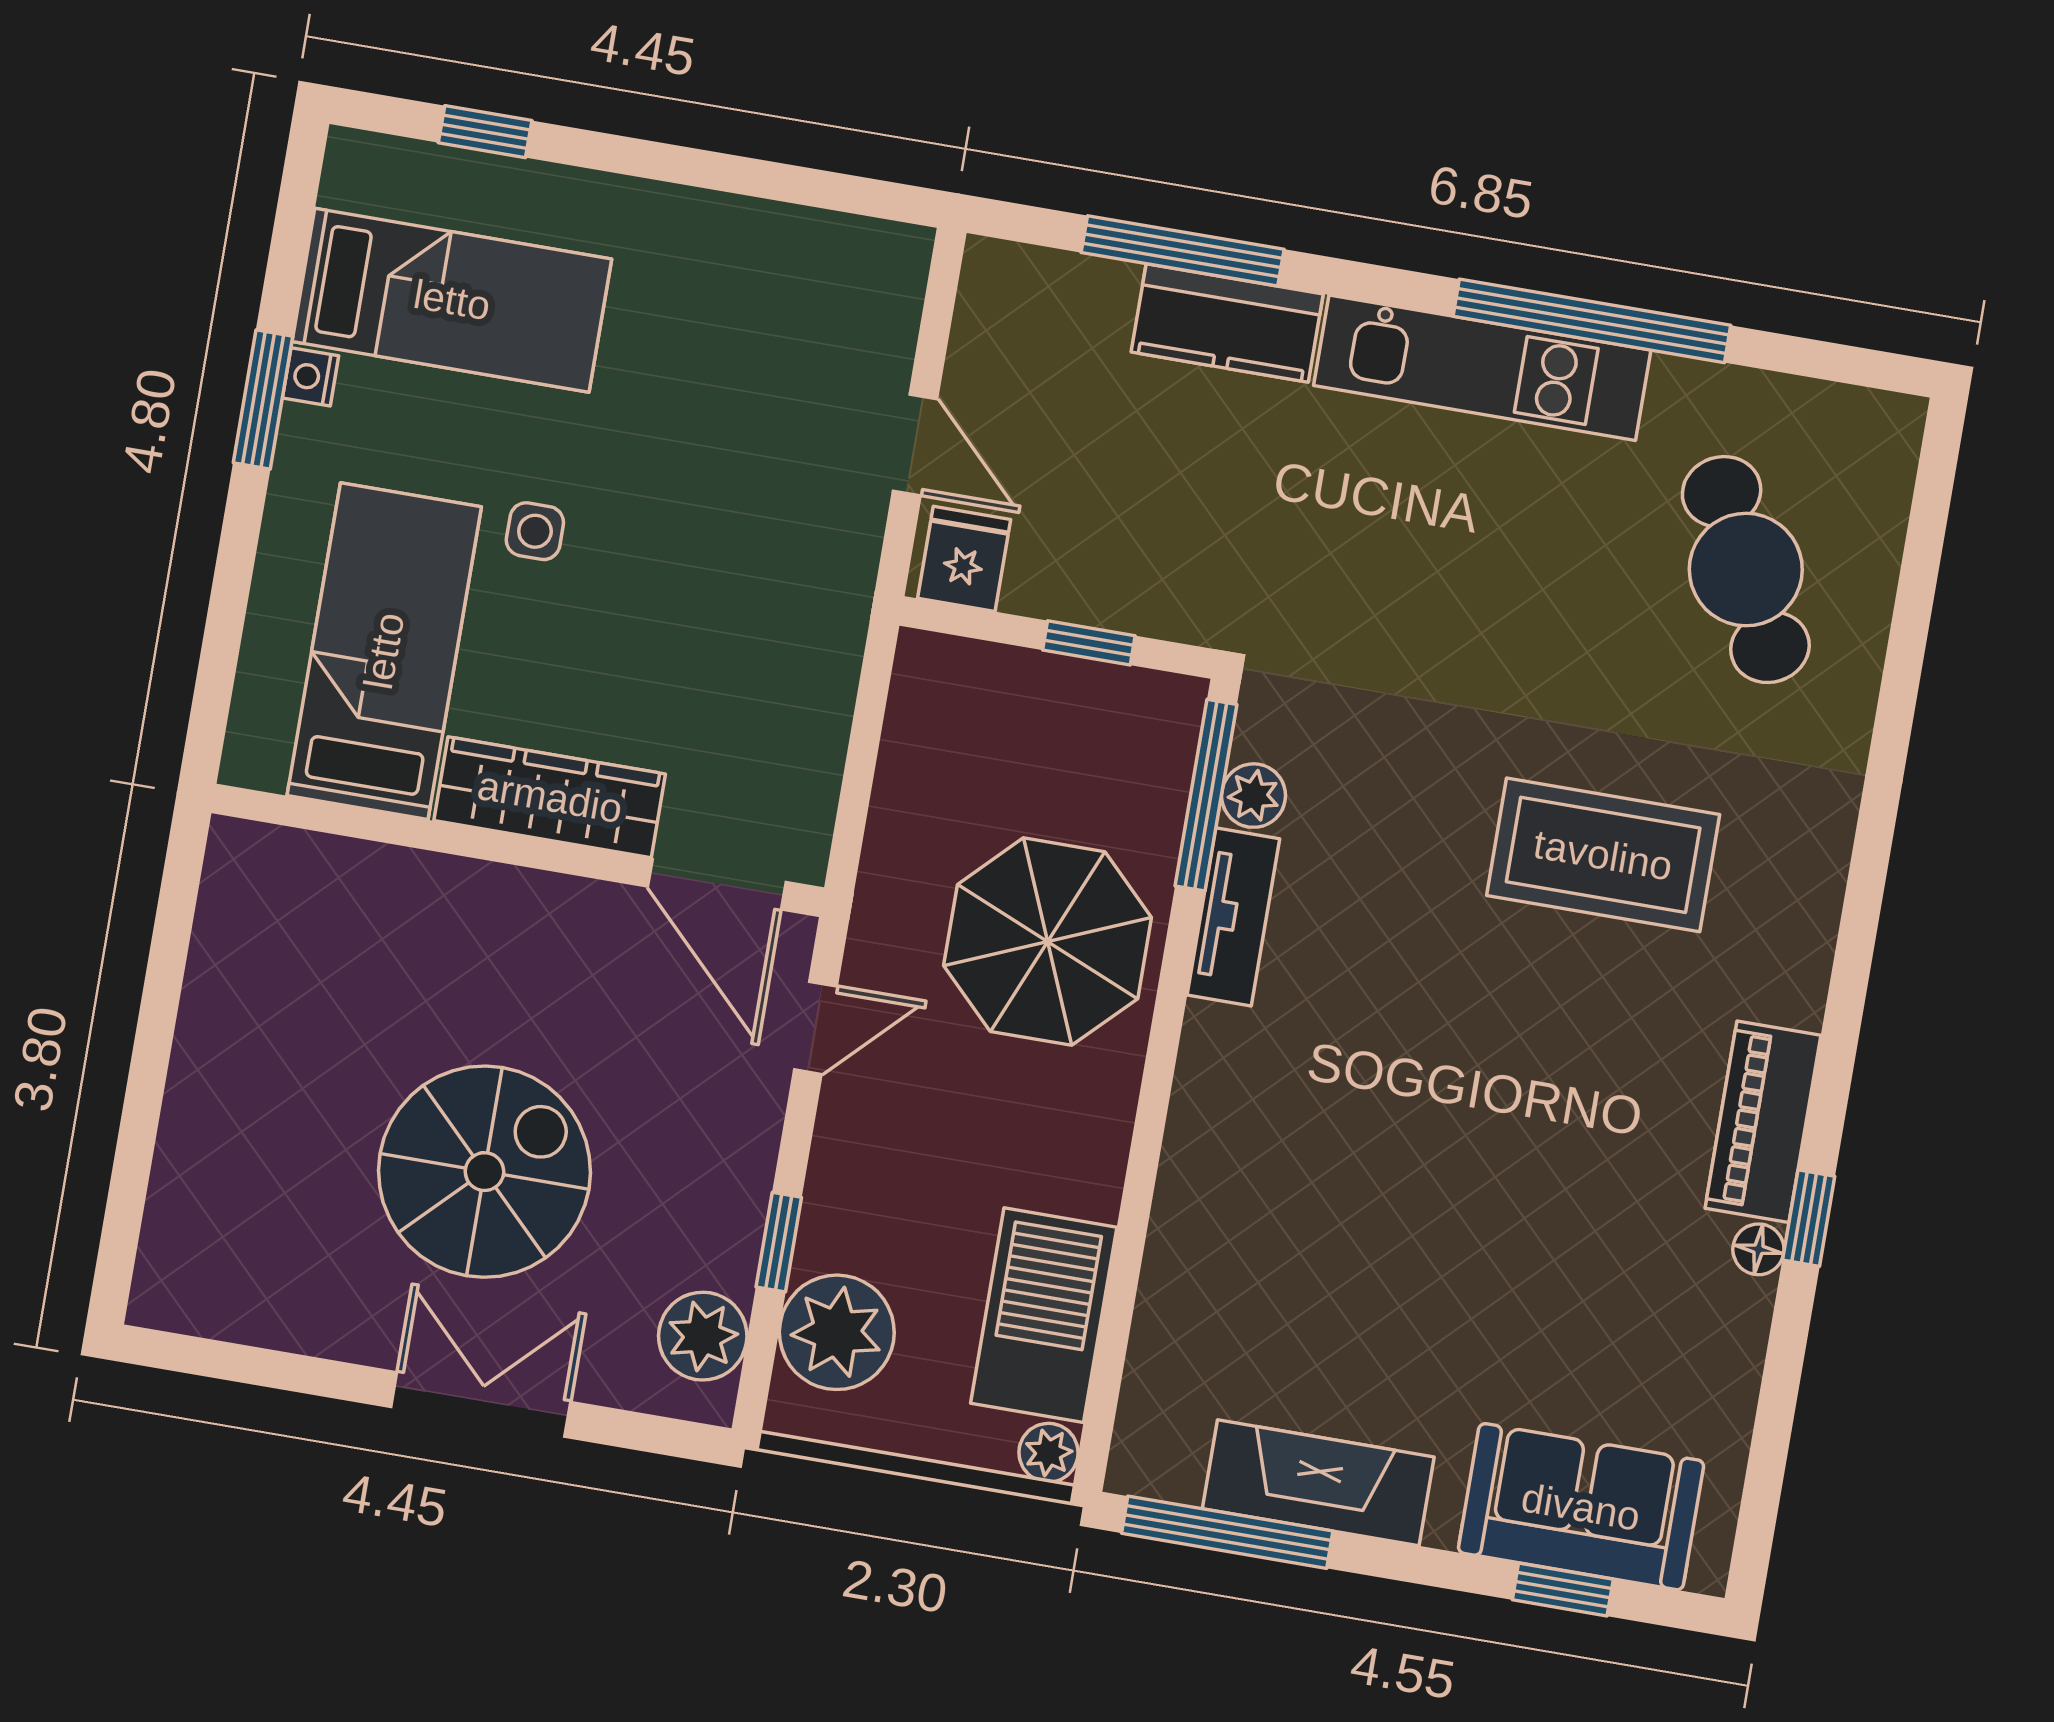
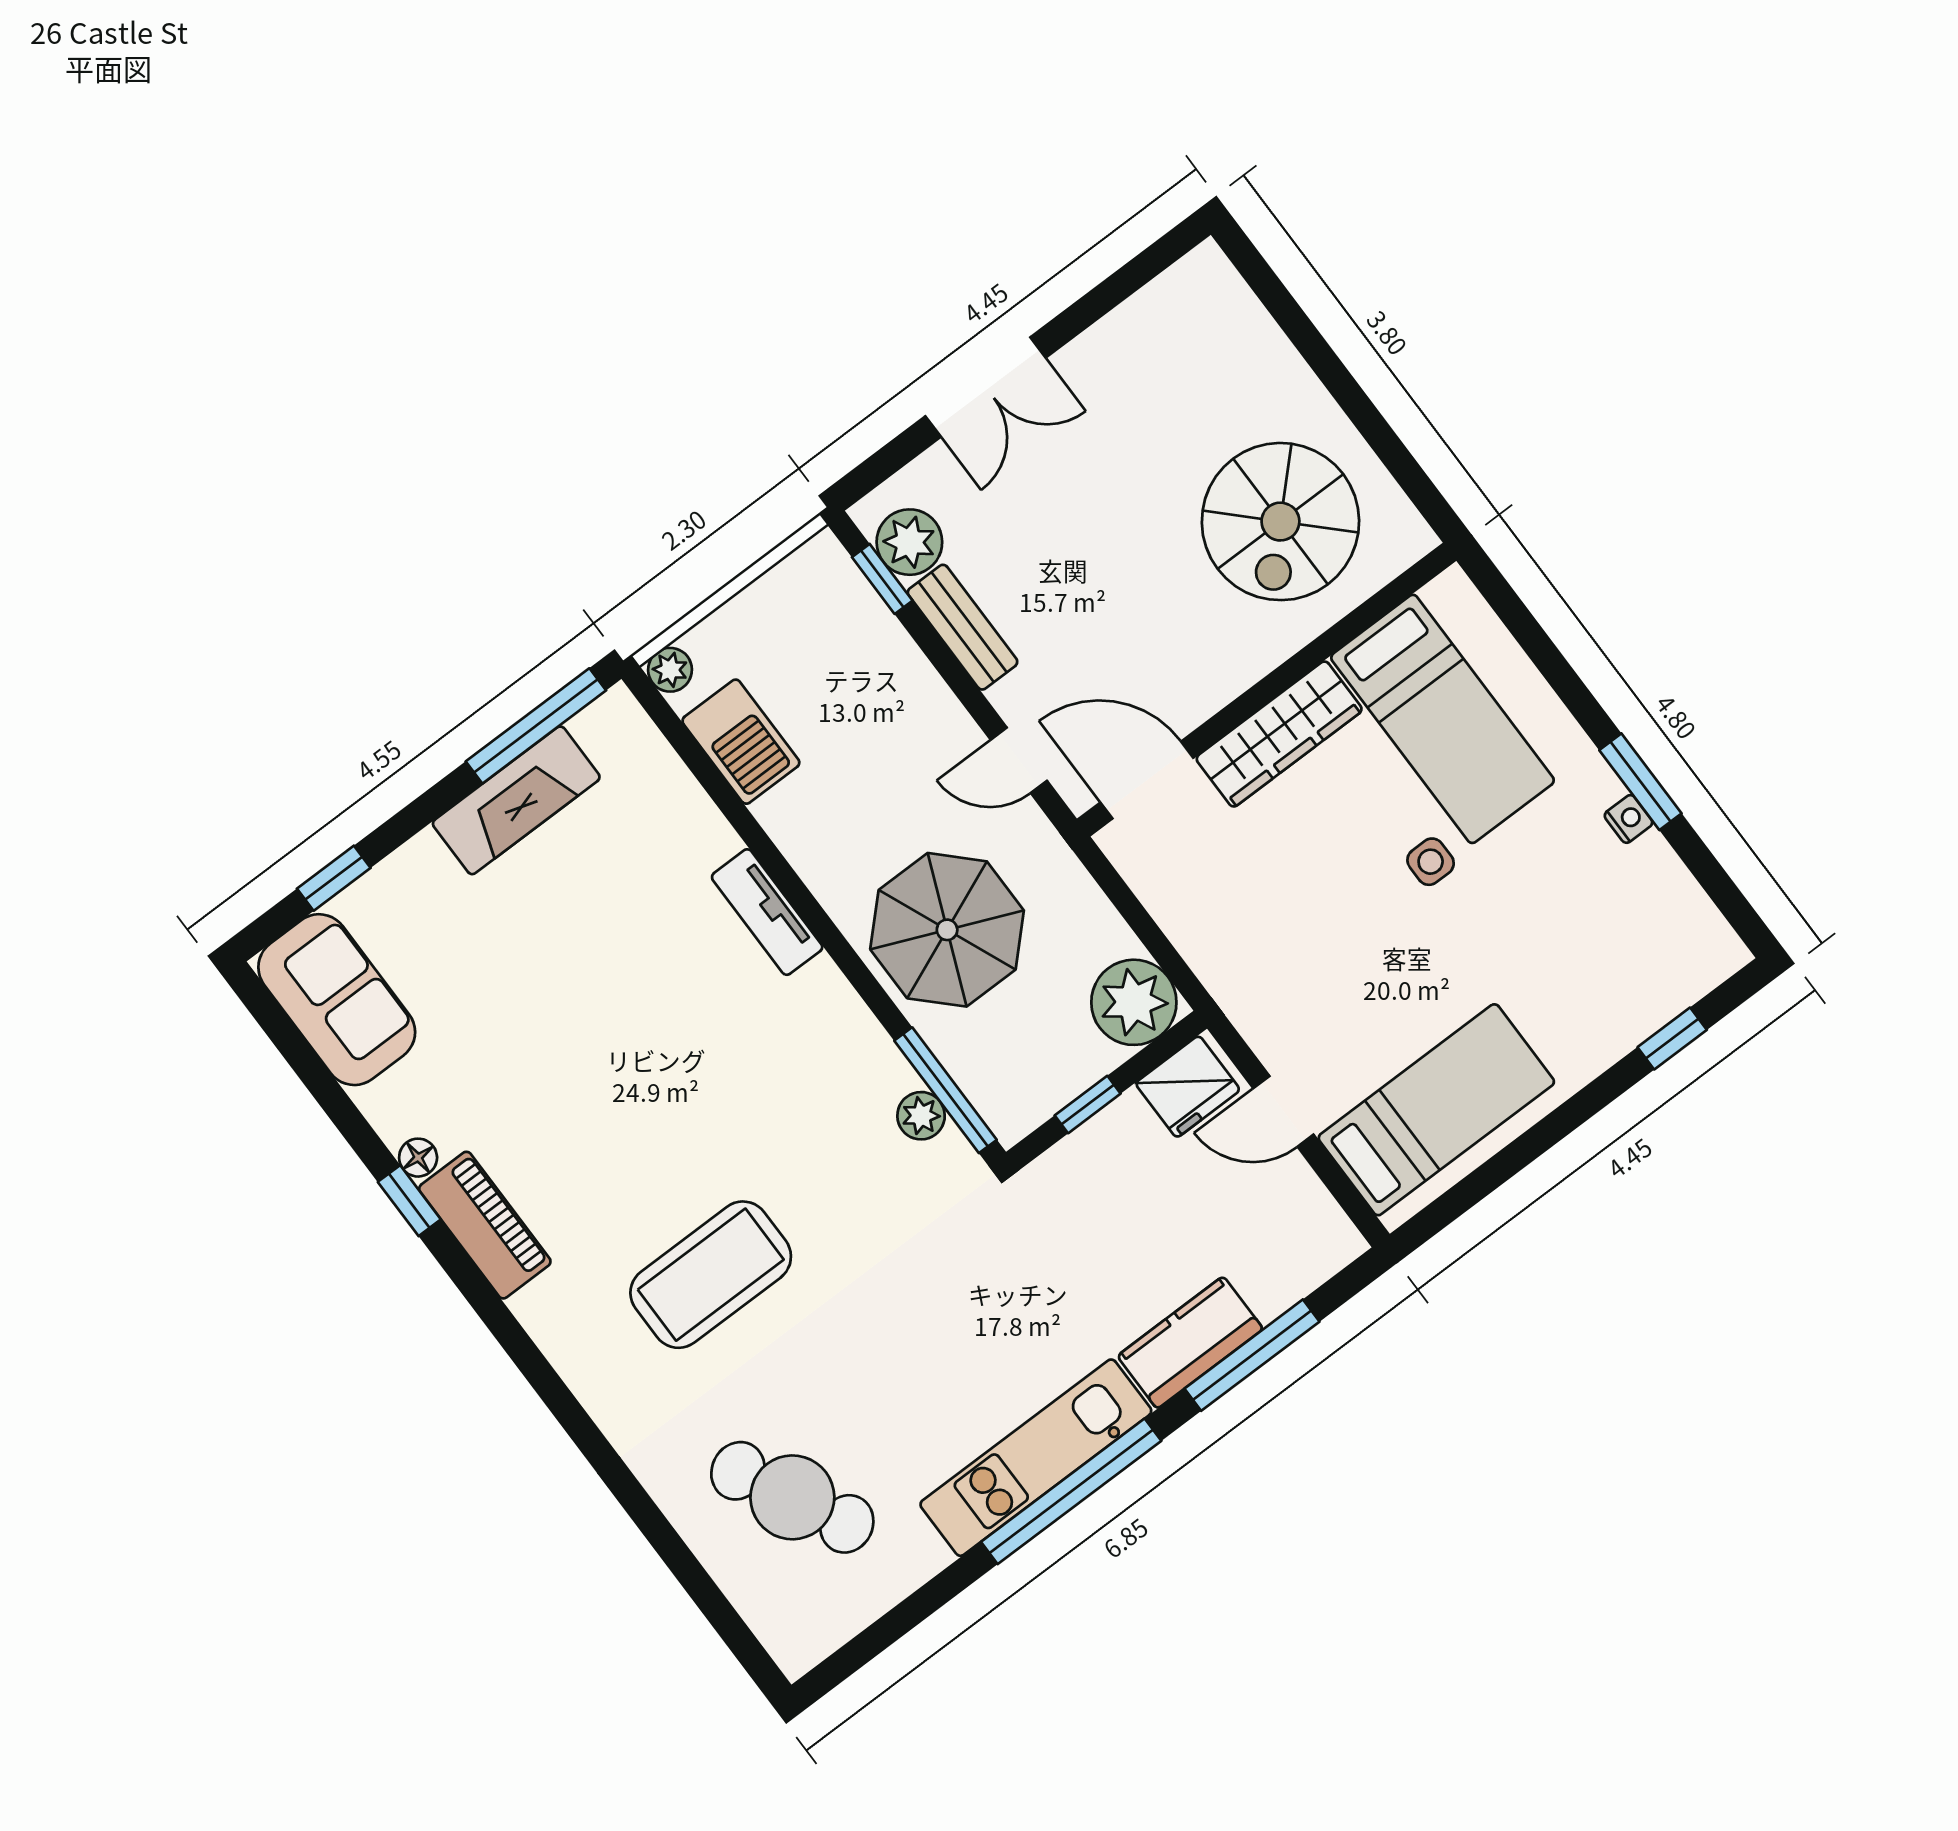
bed: (452, 300) -> (1436, 1110), moved, turned 180
window: (1592, 321) -> (1071, 1491), moved
fridge: (964, 559) -> (1188, 1087), width x1.38
tv unit: (1233, 917) -> (767, 912), moved
door: (815, 1028) -> (1019, 760), hinge flipped
spiral stairs: (484, 1172) -> (1280, 522), moved
bench: (737, 1206) -> (963, 627), added
window: (779, 1242) -> (882, 579), moved
barbecue: (1044, 1315) -> (741, 742), width x0.73, depth x0.83
plant: (837, 1332) -> (1134, 1002), moved
sofa: (1581, 1507) -> (337, 1000), moved, turned -90

